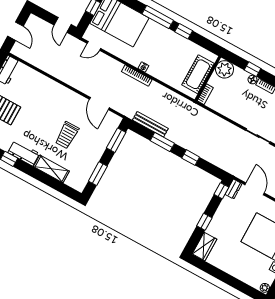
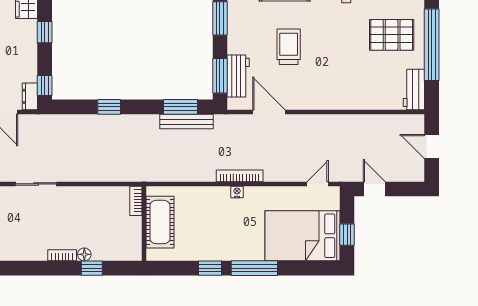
plant: (225, 69) -> (129, 248), removed
workbench: (106, 134) -> (238, 76), added
window: (162, 142) -> (181, 107), moved

